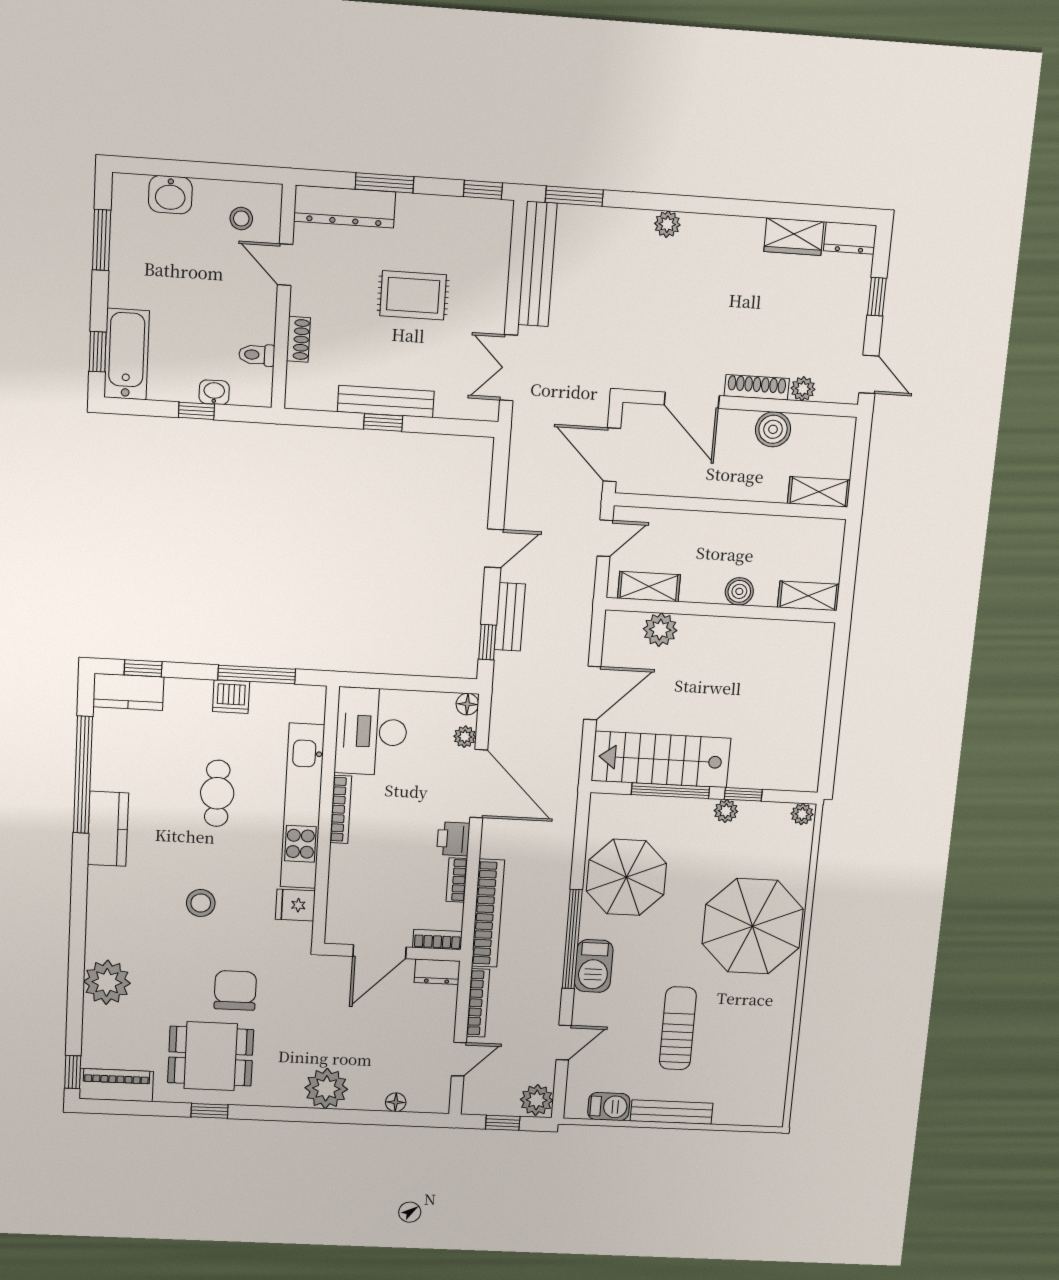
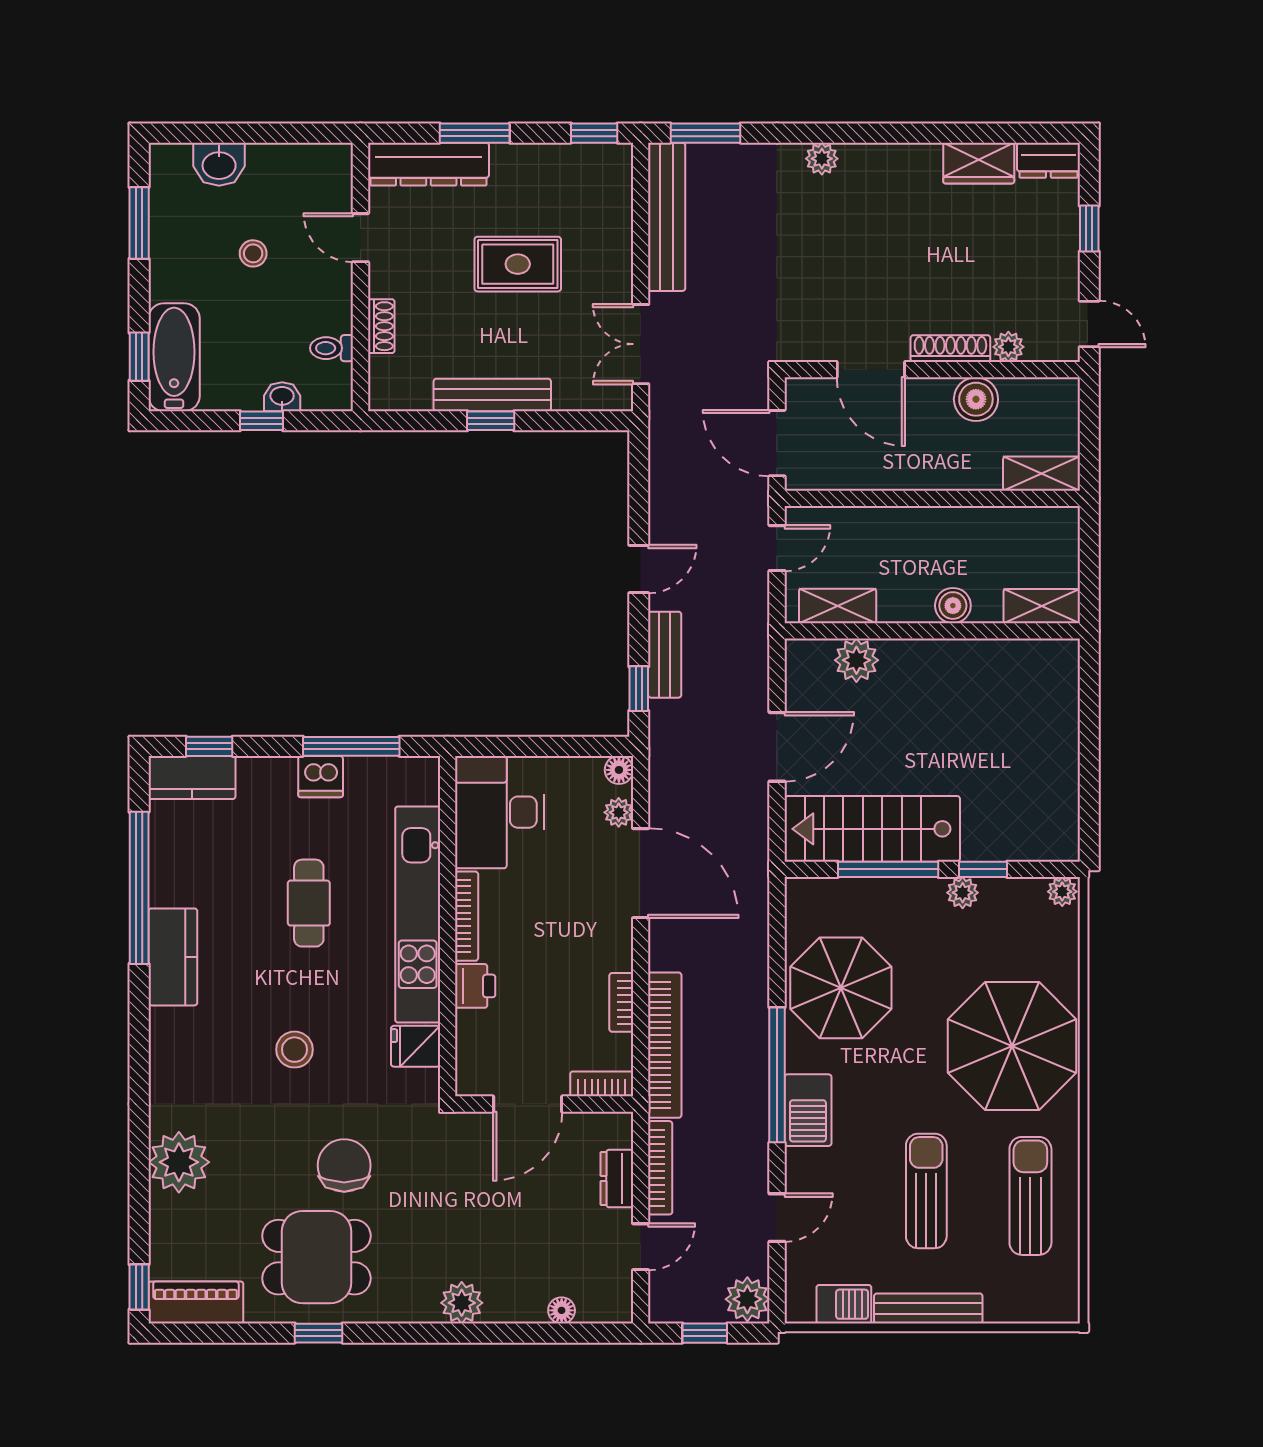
stool: (241, 219) -> (253, 253), moved
printer: (453, 839) -> (475, 986), moved, turned 180
dresser: (437, 972) -> (617, 1179), moved, turned 90
sun lounger: (756, 1035) -> (1030, 1196), added
plant: (326, 1088) -> (462, 1303), width x0.73, depth x0.73

